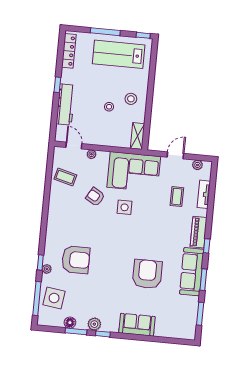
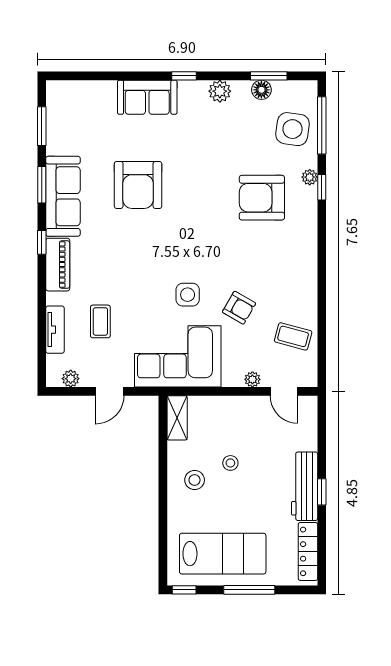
workbench: (66, 105) -> (305, 486), moved
window: (76, 331) -> (269, 76), moved
window: (103, 334) -> (184, 76), moved

